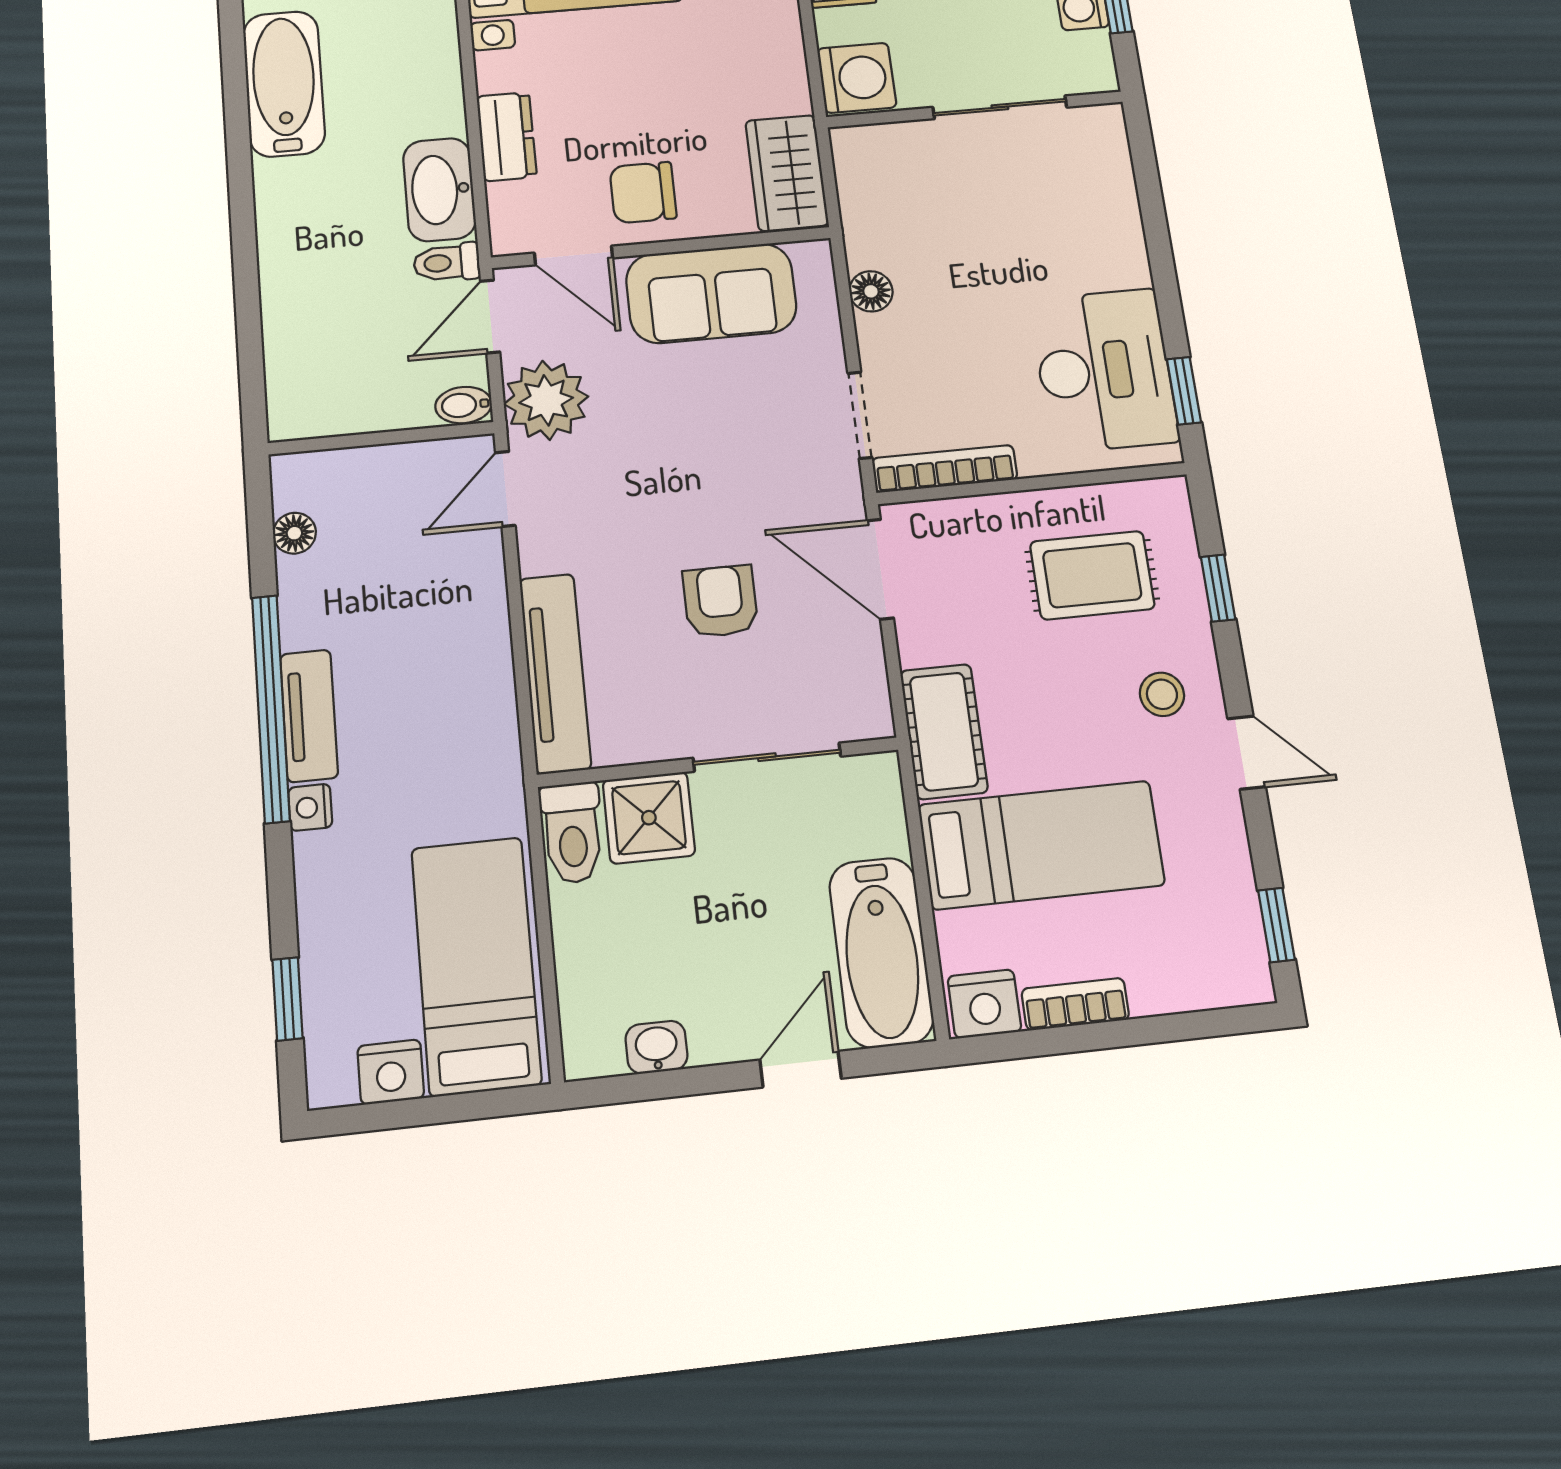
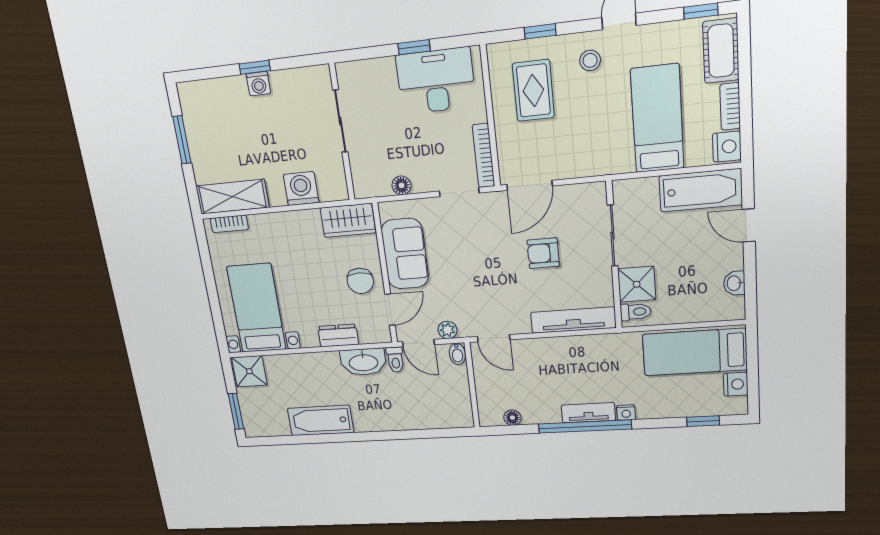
sliding door: (1000, 107) -> (340, 121), moved
wall: (975, 109) -> (342, 133), moved
window: (1184, 391) -> (414, 47), moved
plant: (546, 400) -> (447, 330), width x0.53, depth x0.53
cot: (944, 731) -> (721, 51), moved, turned 90
toilet: (572, 833) -> (635, 312), width x0.73, depth x0.72

